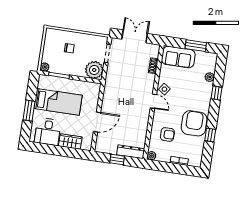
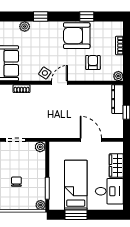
plant: (94, 70) -> (40, 147), width x0.53, depth x0.53
window: (29, 111) -> (76, 215), moved

